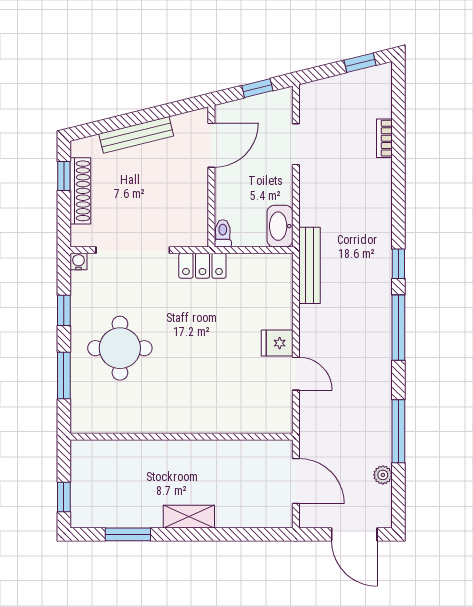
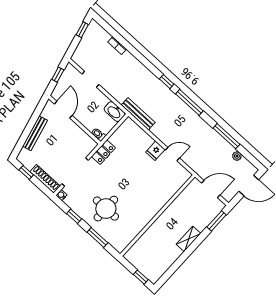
shoe rack: (80, 191) -> (45, 179), moved
window: (128, 534) -> (217, 221), moved

